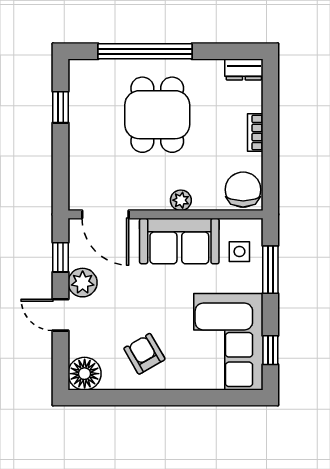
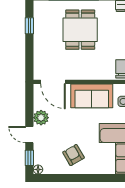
plant: (181, 200) -> (93, 74), removed
window: (61, 257) -> (29, 158), moved
floor lamp: (85, 374) -> (38, 169), width x0.53, depth x0.53

